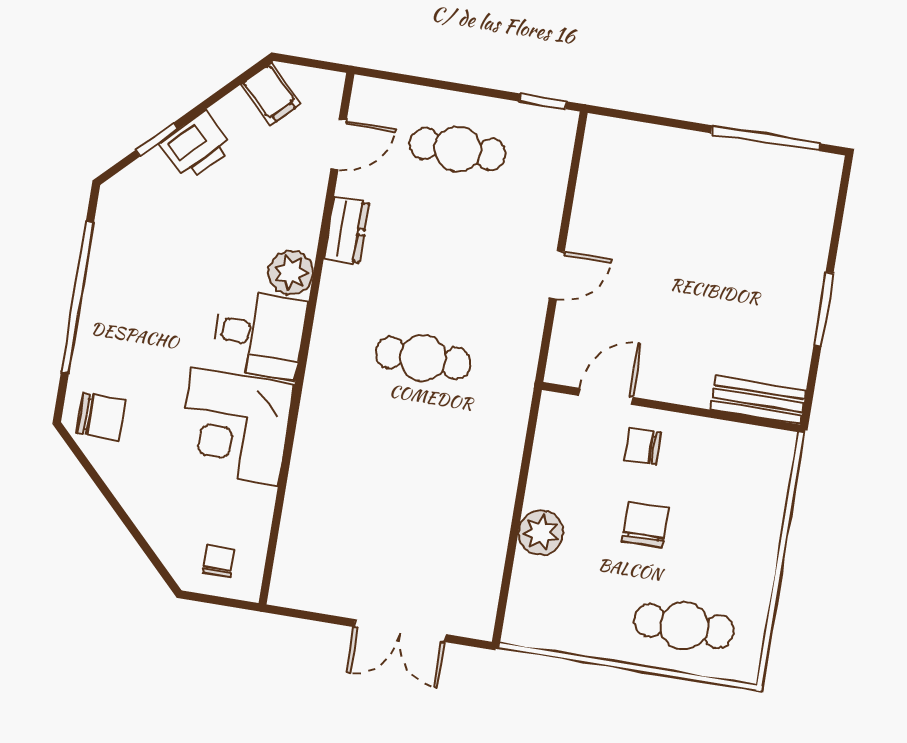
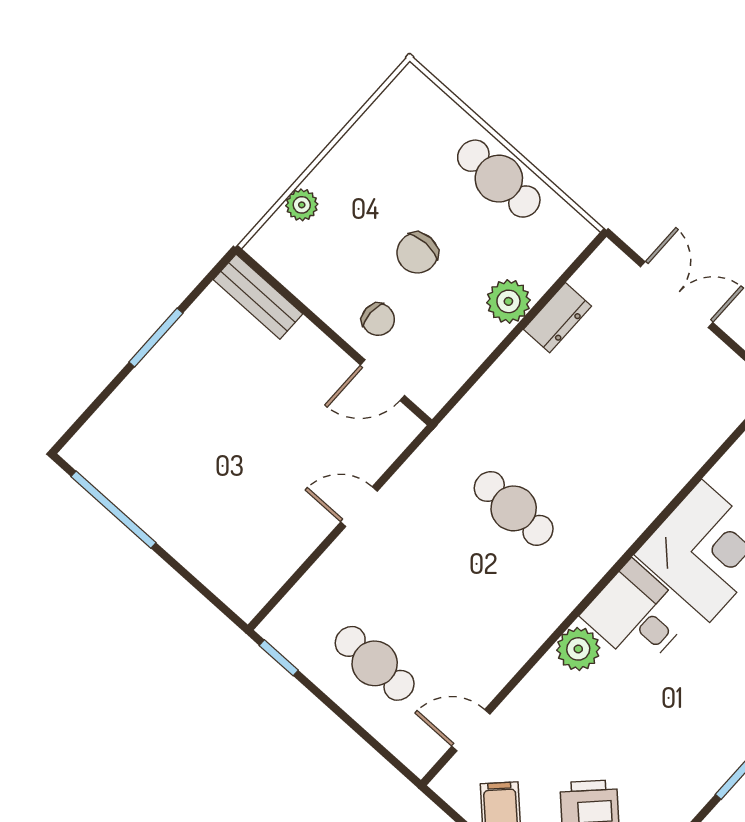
dresser: (347, 230) -> (558, 318), moved, turned 180
plant: (771, 503) -> (302, 205), added
cafe table: (684, 626) -> (499, 179), moved

